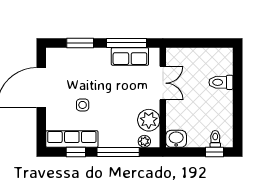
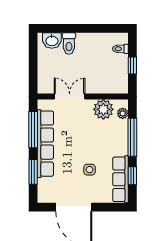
row of seats: (130, 56) -> (45, 144), width x2.02
washbasin: (176, 139) -> (52, 40), moved, turned -90
window: (214, 152) -> (132, 66), moved

